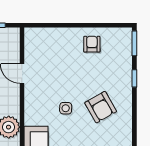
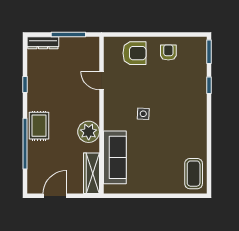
armchair: (101, 107) -> (135, 53), moved, turned -60

